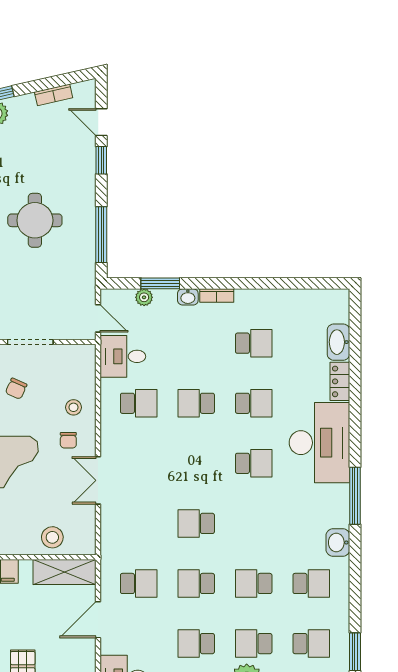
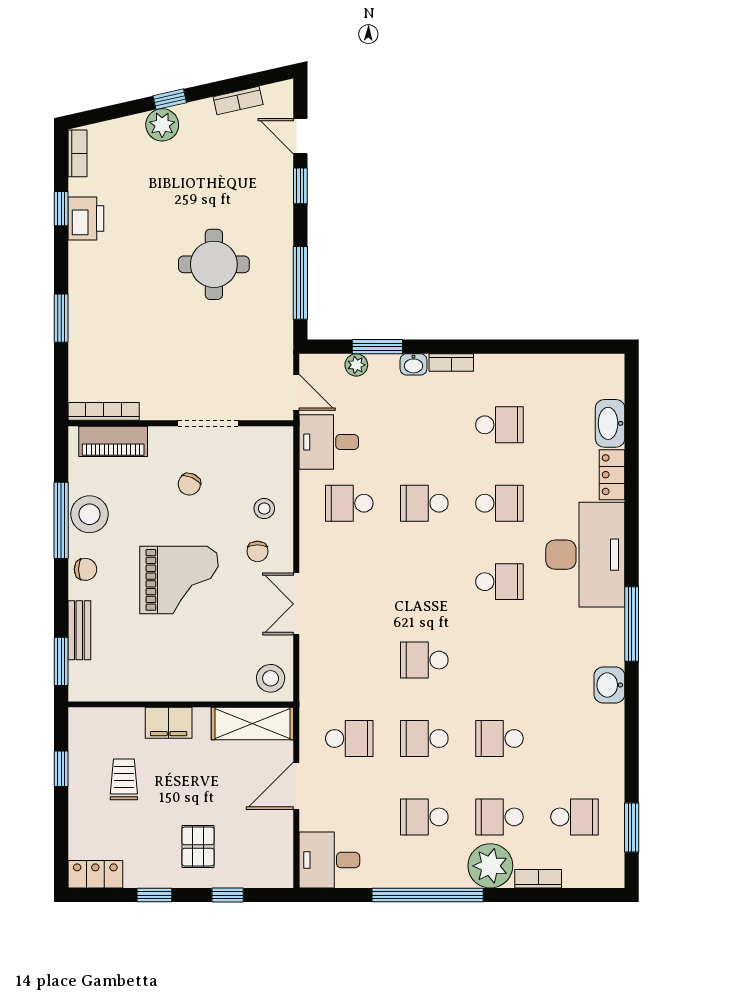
school desk: (139, 403) -> (349, 503), turned 180
stool: (52, 537) -> (271, 678), moved
school desk: (311, 583) -> (575, 739), removed

